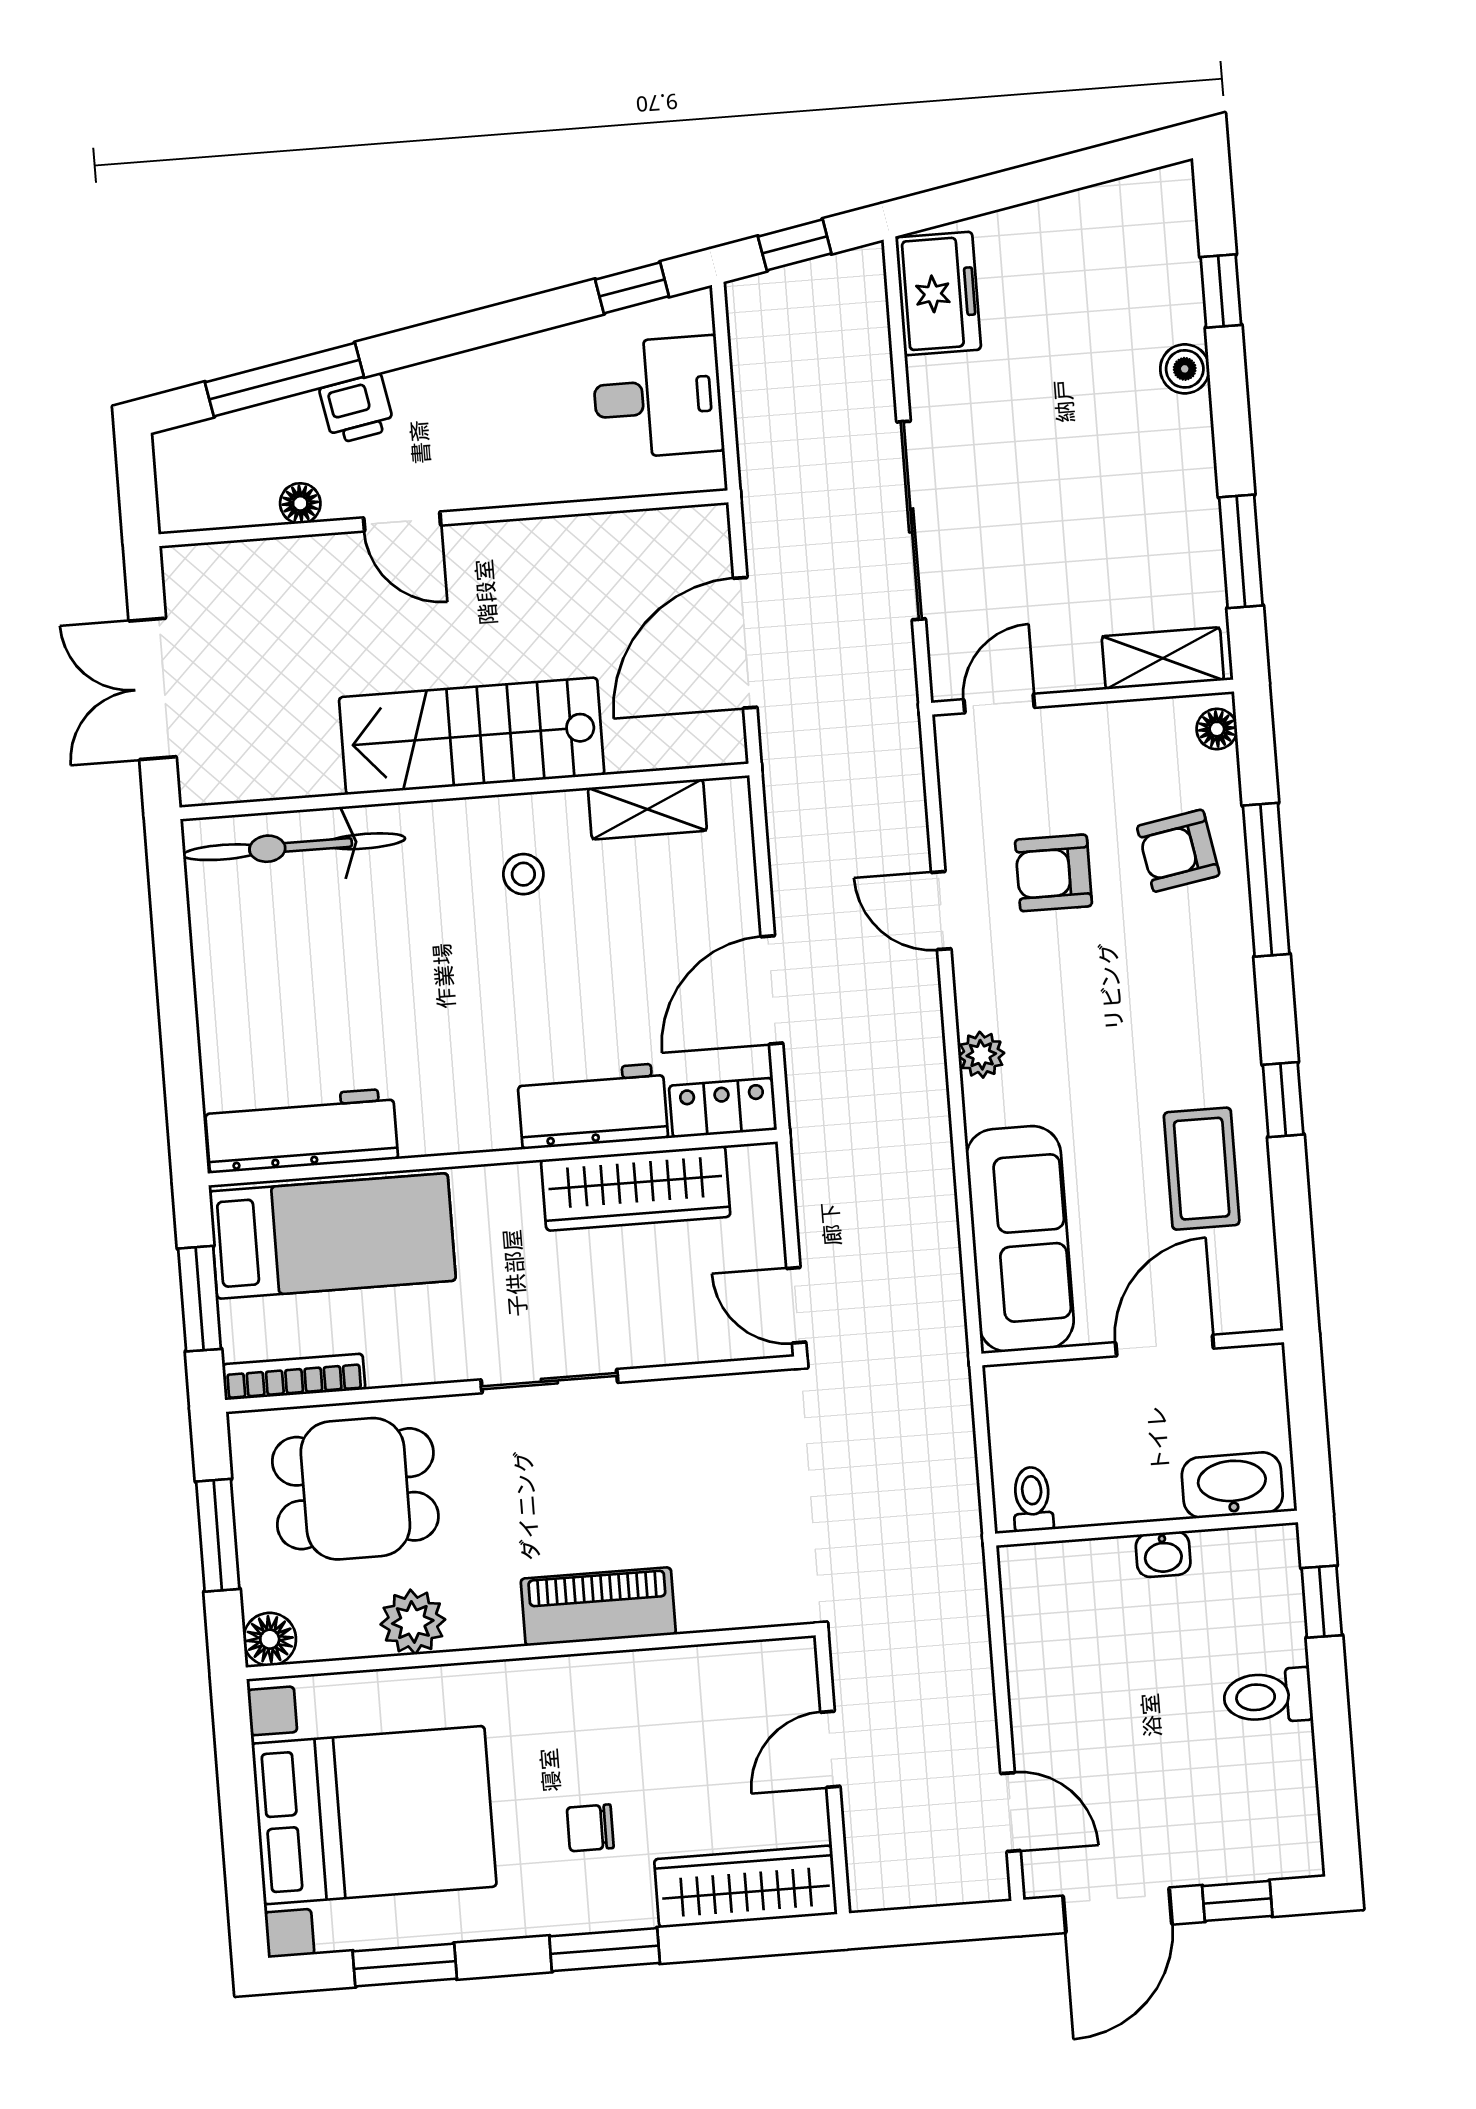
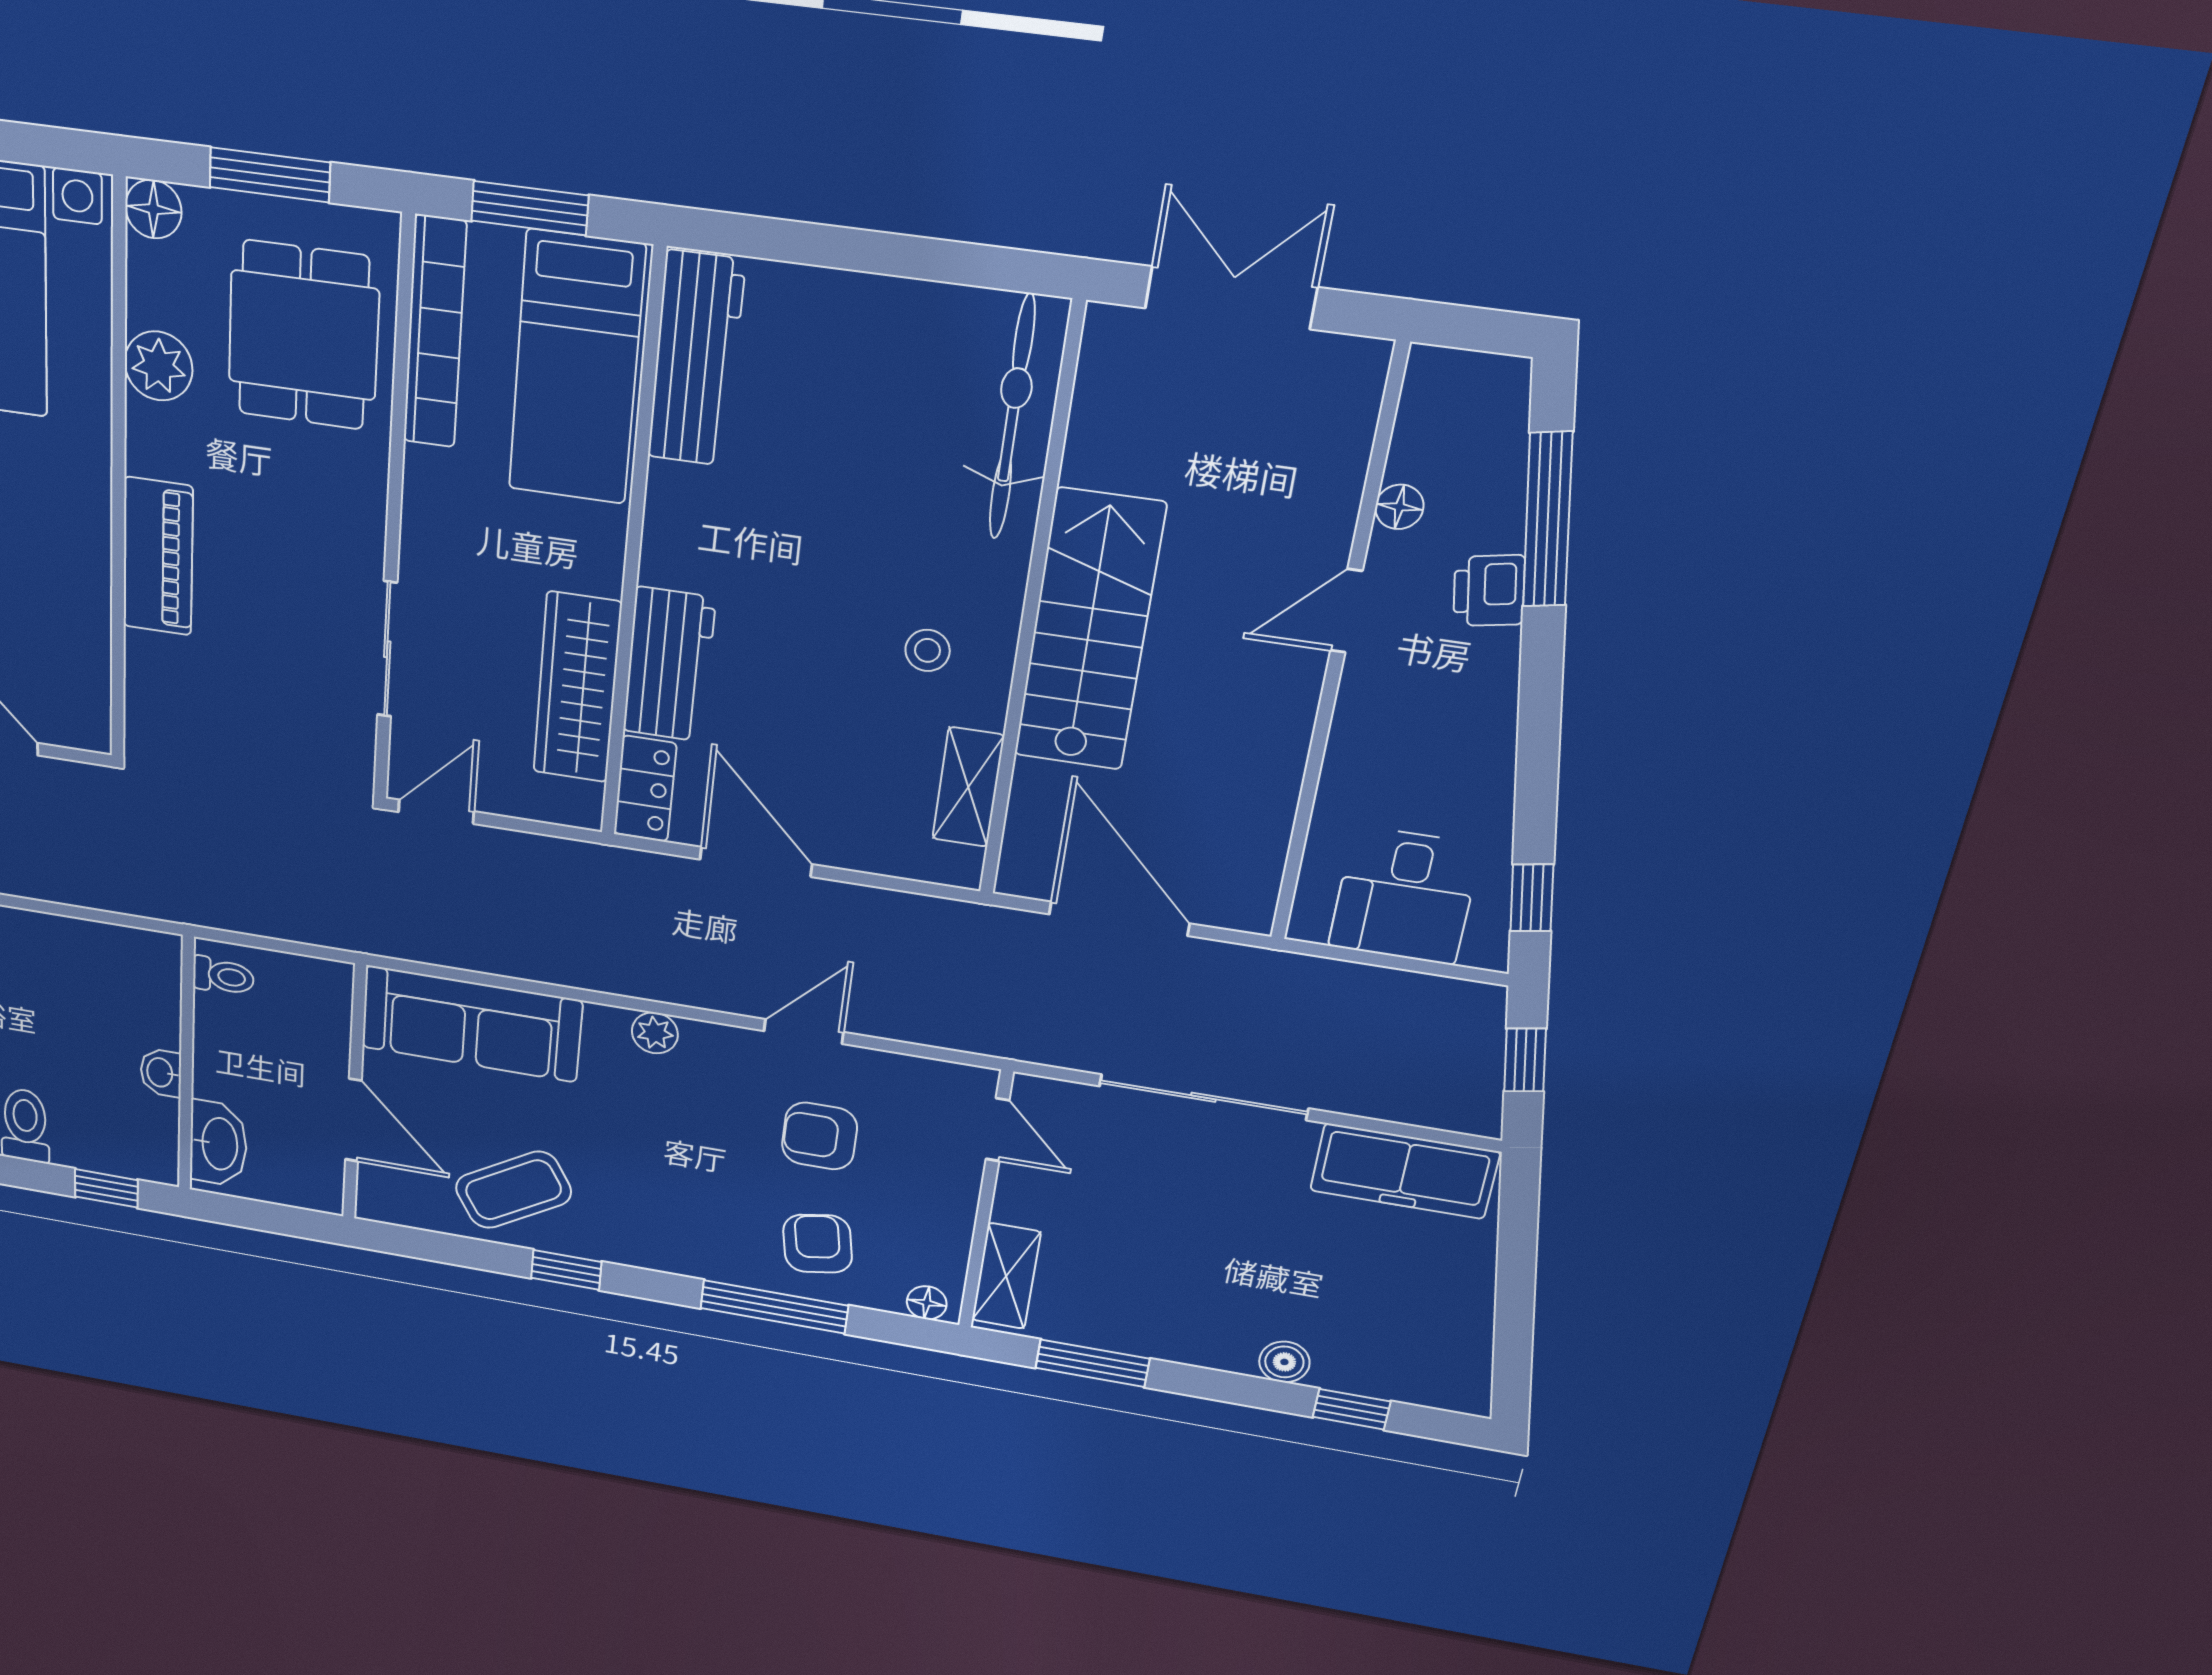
freezer: (938, 294) -> (1405, 1171), width x1.40
armchair: (1053, 873) -> (819, 1136), turned -90
coffee table: (1202, 1169) -> (513, 1190), turned -31
bookcase: (294, 1377) -> (435, 332), width x1.48, depth x1.31
sliding door: (549, 1381) -> (387, 649), moved

